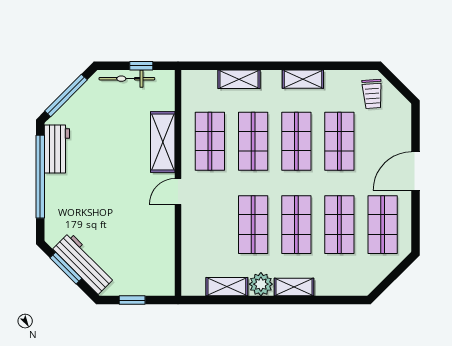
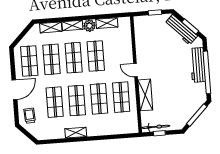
bicycle: (127, 79) -> (156, 127), moved
shelving: (239, 79) -> (51, 27), moved
trolley: (372, 94) -> (30, 116), moved
workbench: (57, 149) -> (198, 65), moved, width x1.38
door: (178, 191) -> (136, 70), swing flipped

